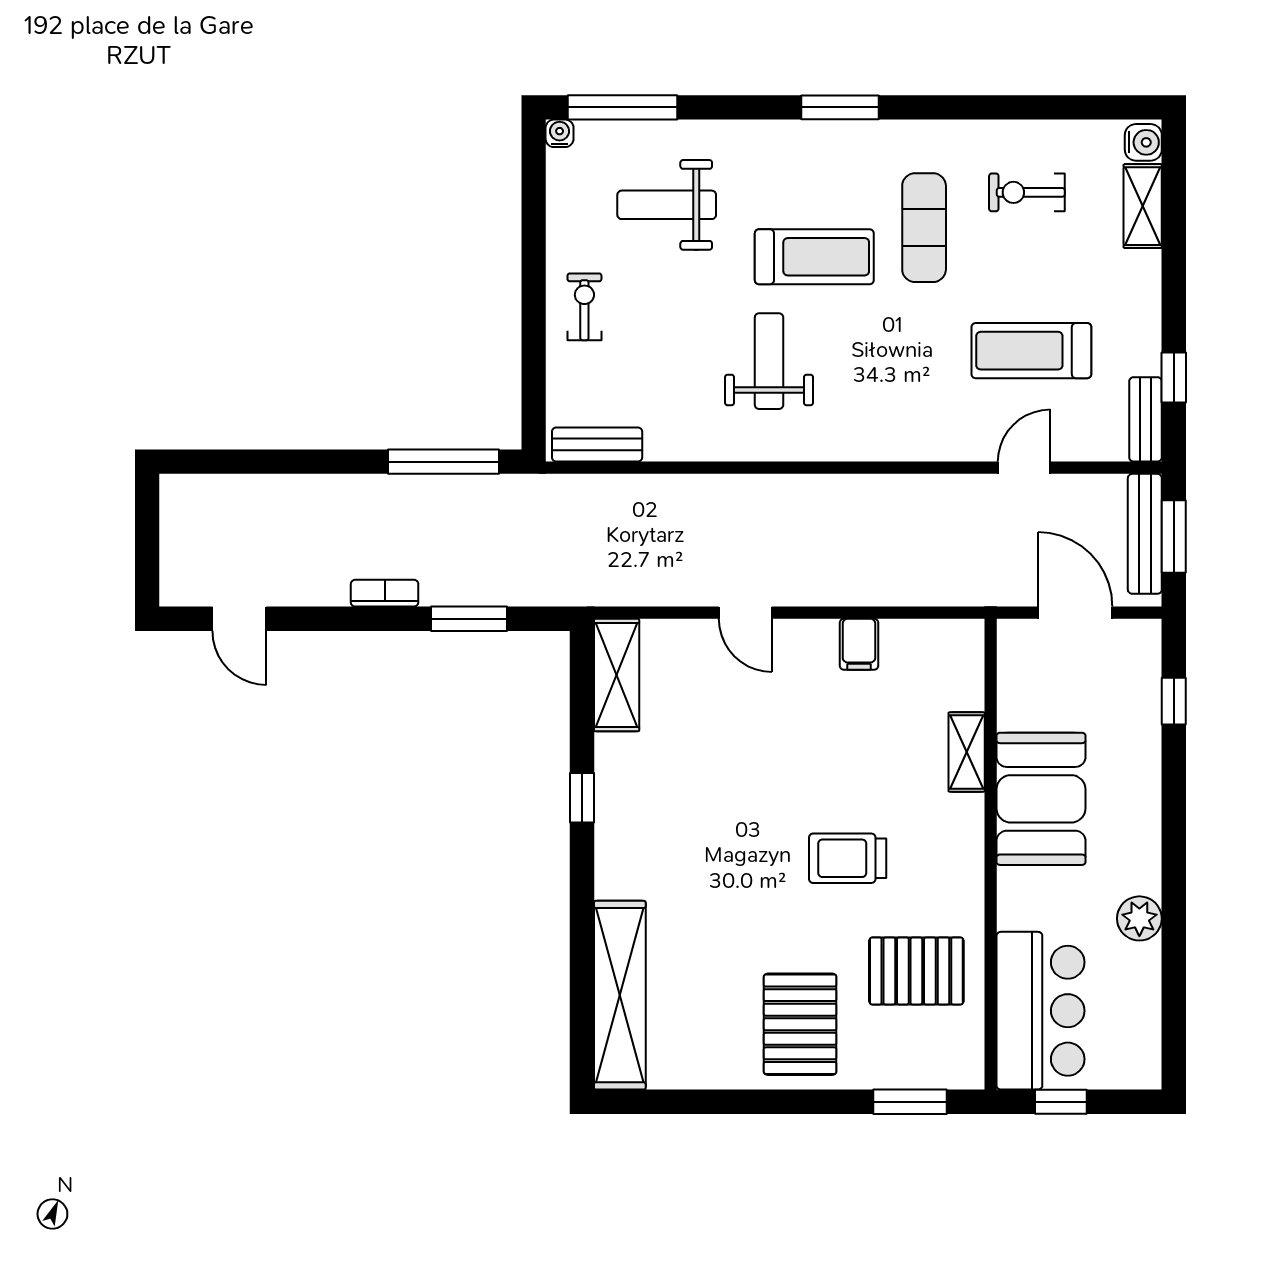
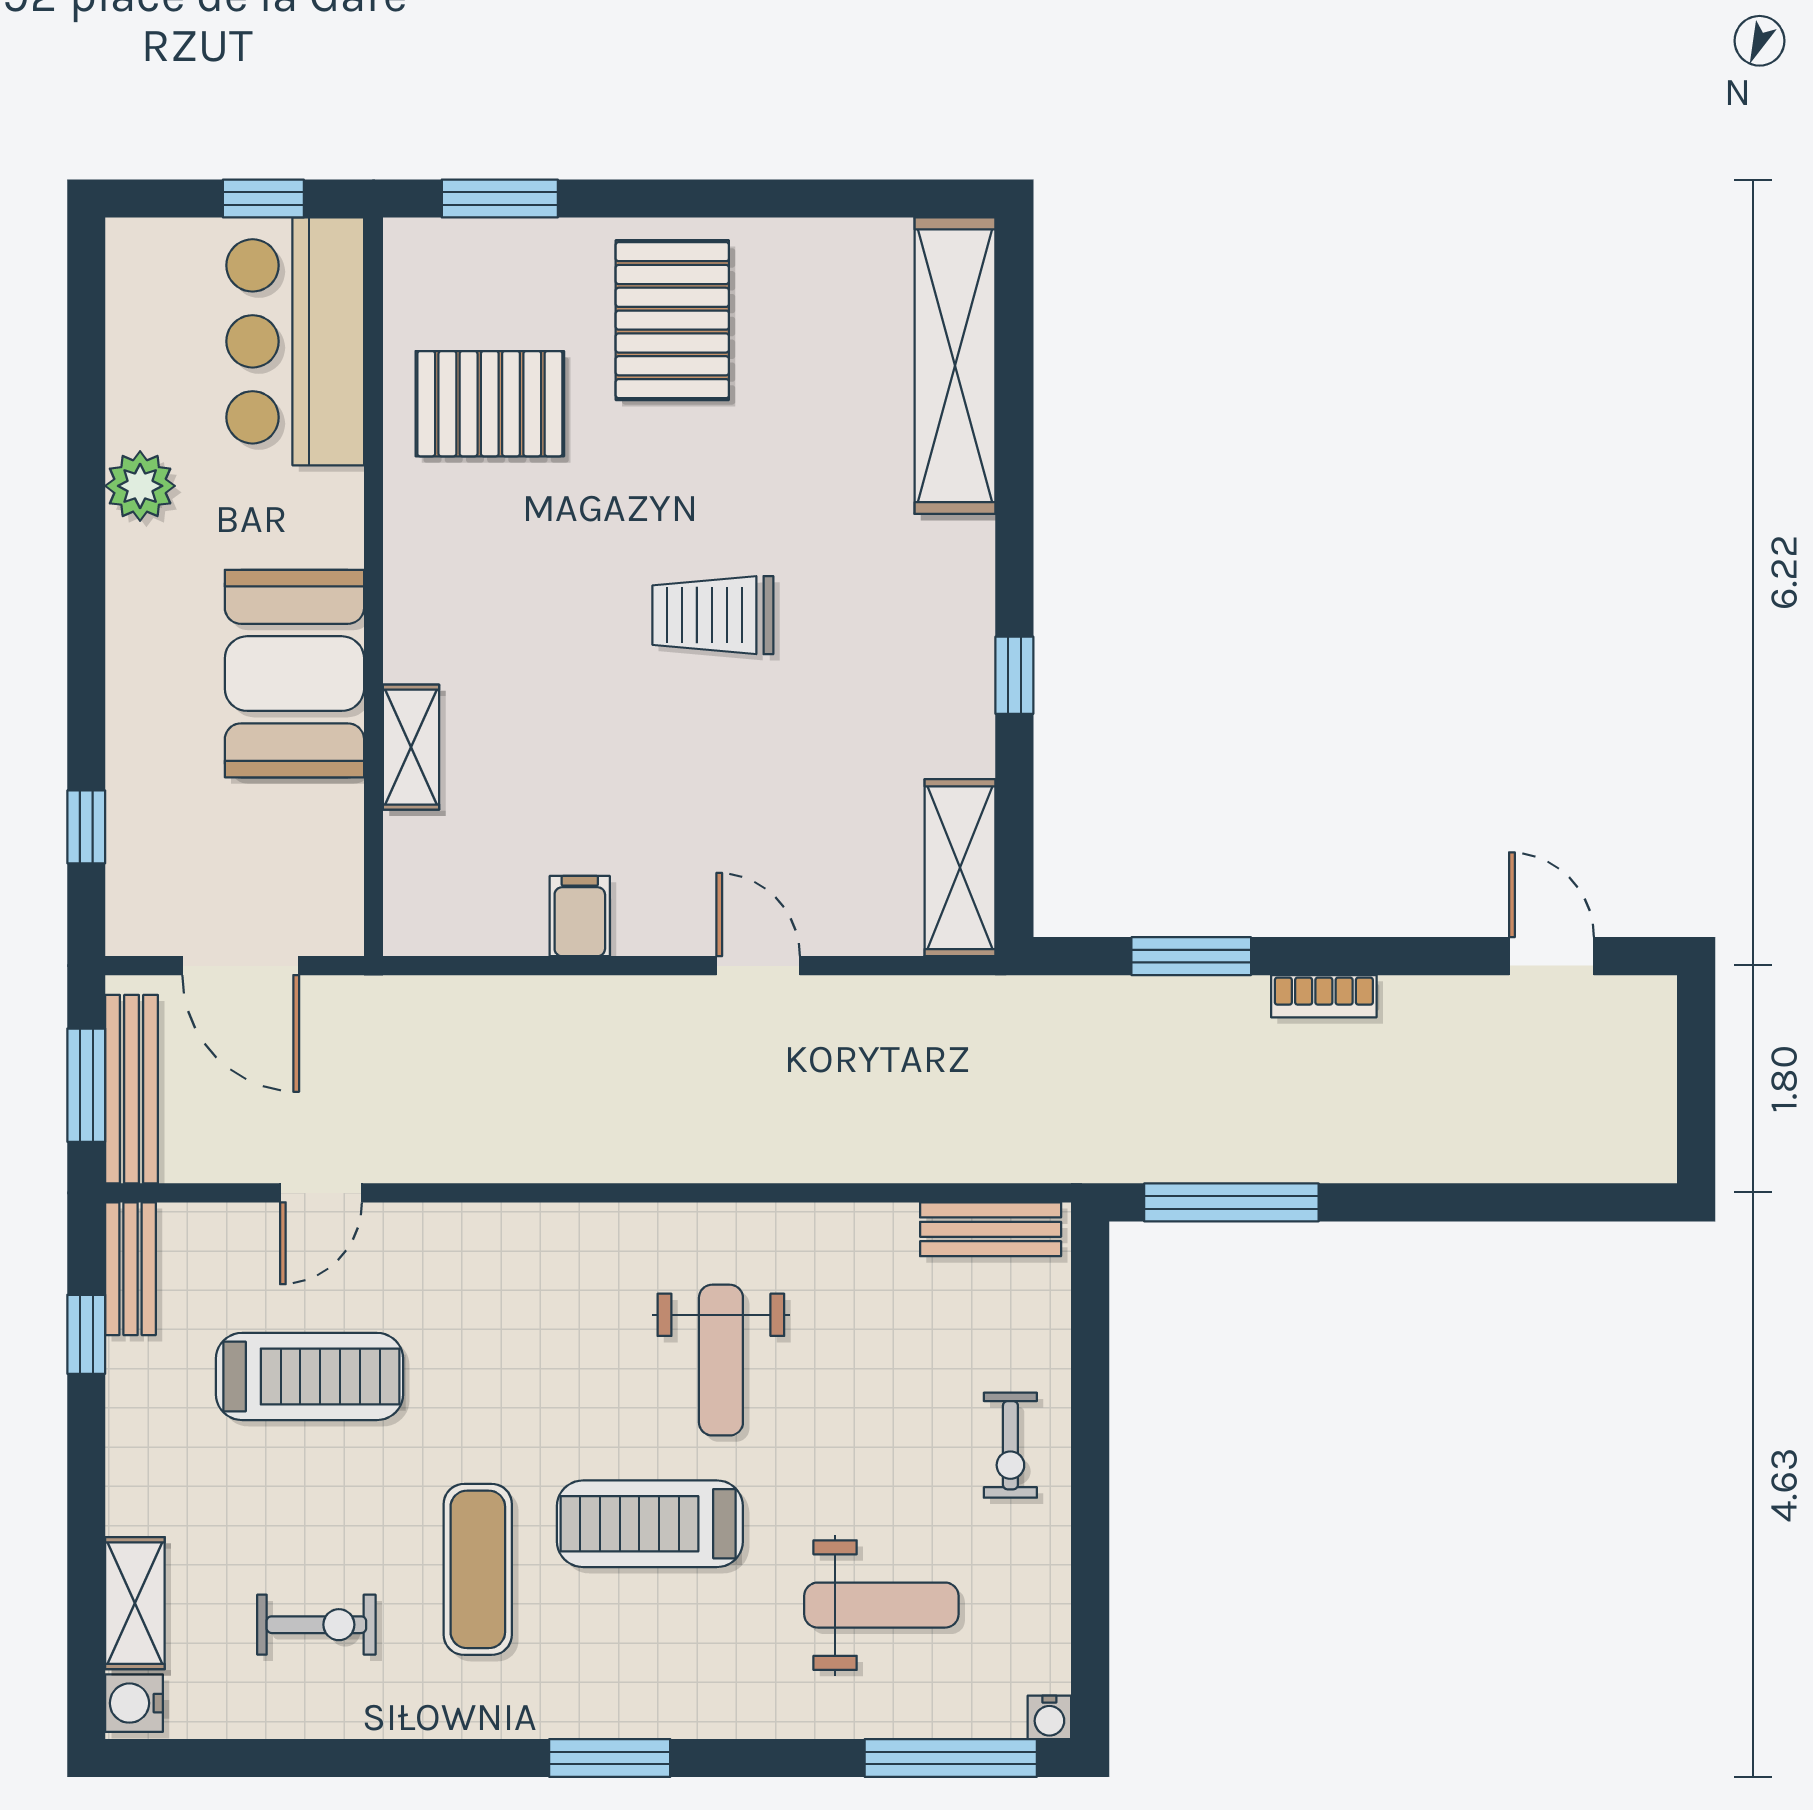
trolley: (848, 858) -> (713, 615), moved, turned 180

